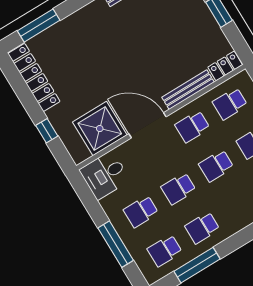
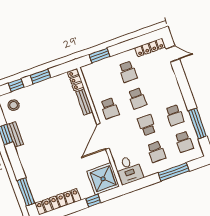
bench: (188, 90) -> (84, 102), width x0.73
school desk: (230, 104) -> (100, 82), removed
shower: (100, 129) -> (103, 179), moved
school desk: (179, 189) -> (147, 125), turned 180

